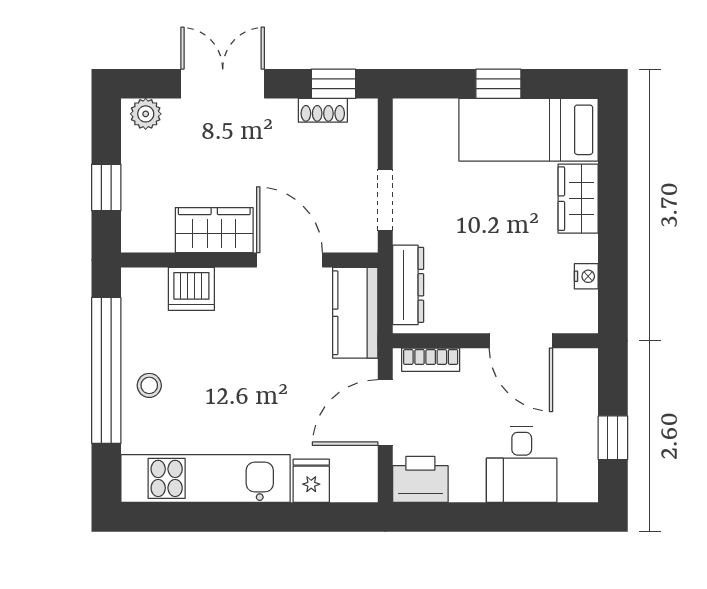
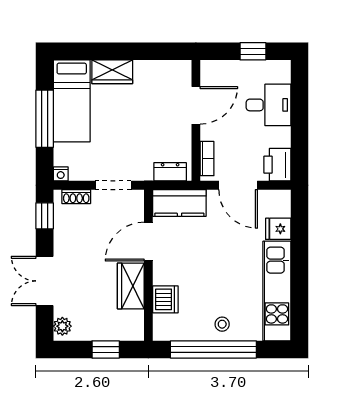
window: (498, 84) -> (45, 119), width x2.17
shoe rack: (323, 110) -> (76, 197), moved, turned 90
nightstand: (586, 276) -> (61, 174), moved, turned 180
dresser: (408, 285) -> (170, 172), width x0.70

